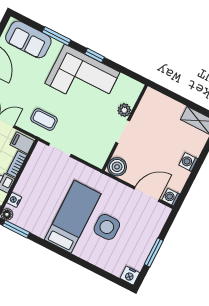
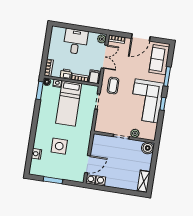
washing machine: (188, 162) -> (100, 181), moved
boiler: (117, 167) -> (148, 148), moved
door: (147, 194) -> (88, 164), hinge flipped
bed: (73, 217) -> (69, 103), moved, turned 90
nightstand: (130, 276) -> (36, 154), moved

